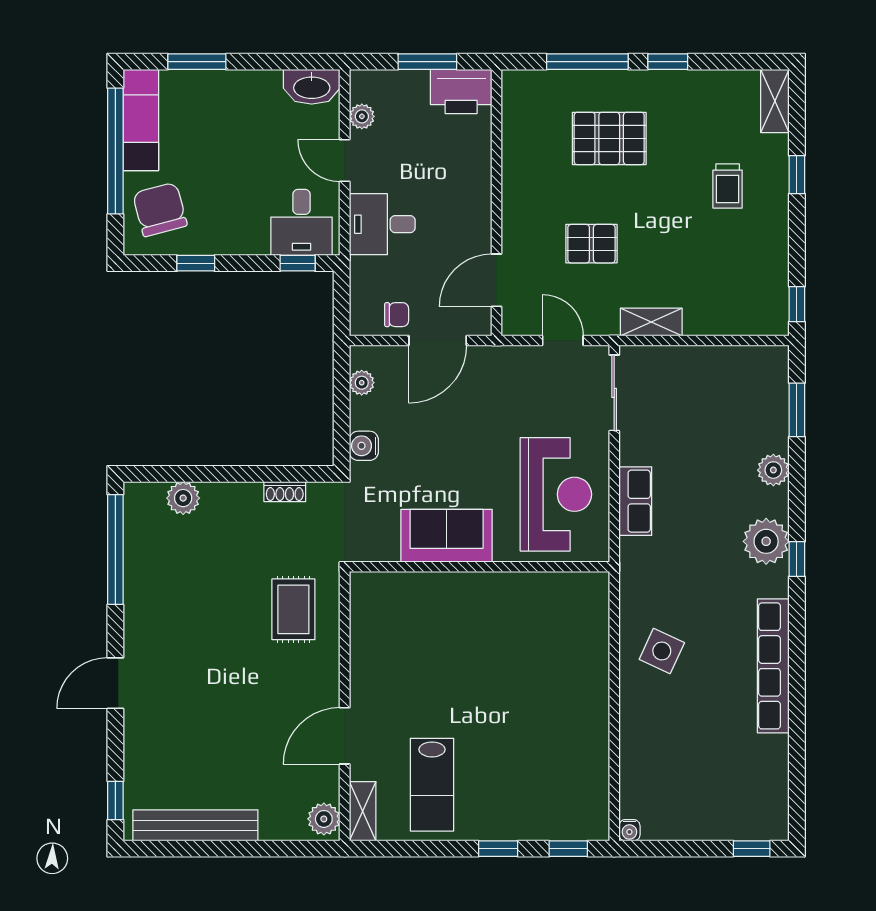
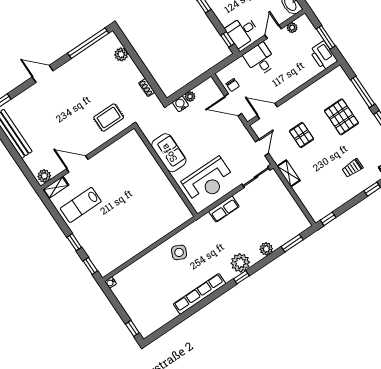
plant: (362, 383) -> (190, 96), moved

